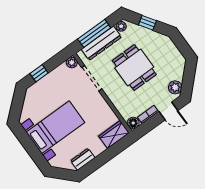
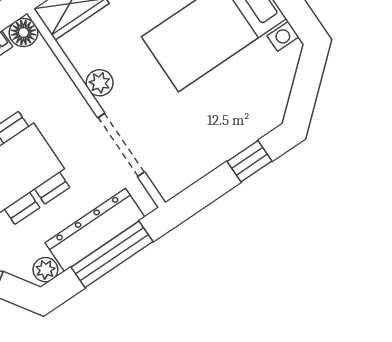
plant: (72, 63) -> (100, 83), moved

